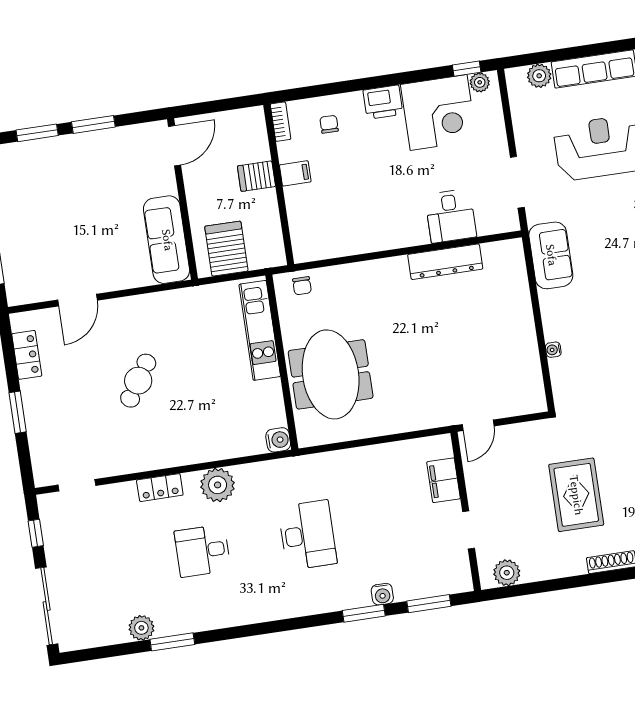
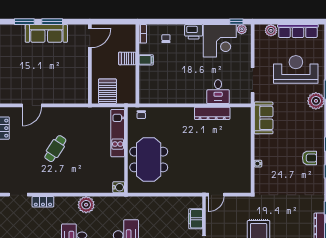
sofa: (167, 240) -> (46, 33), moved, turned -90
locker: (160, 488) -> (43, 202), moved

